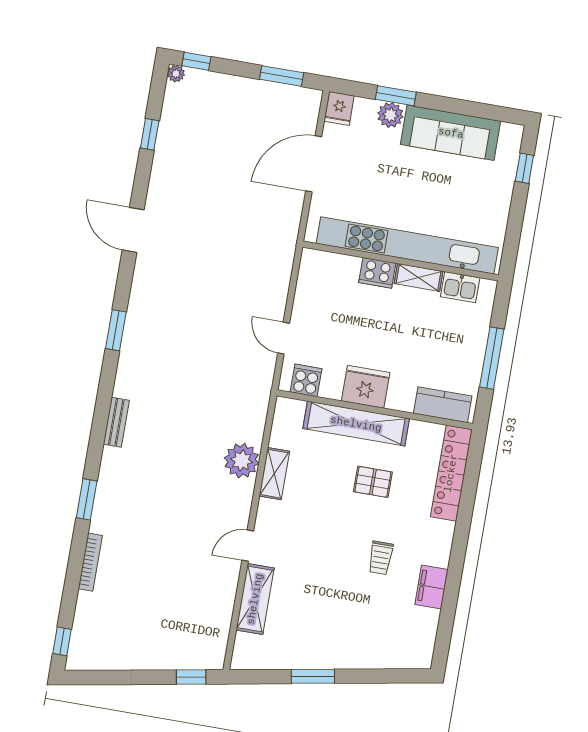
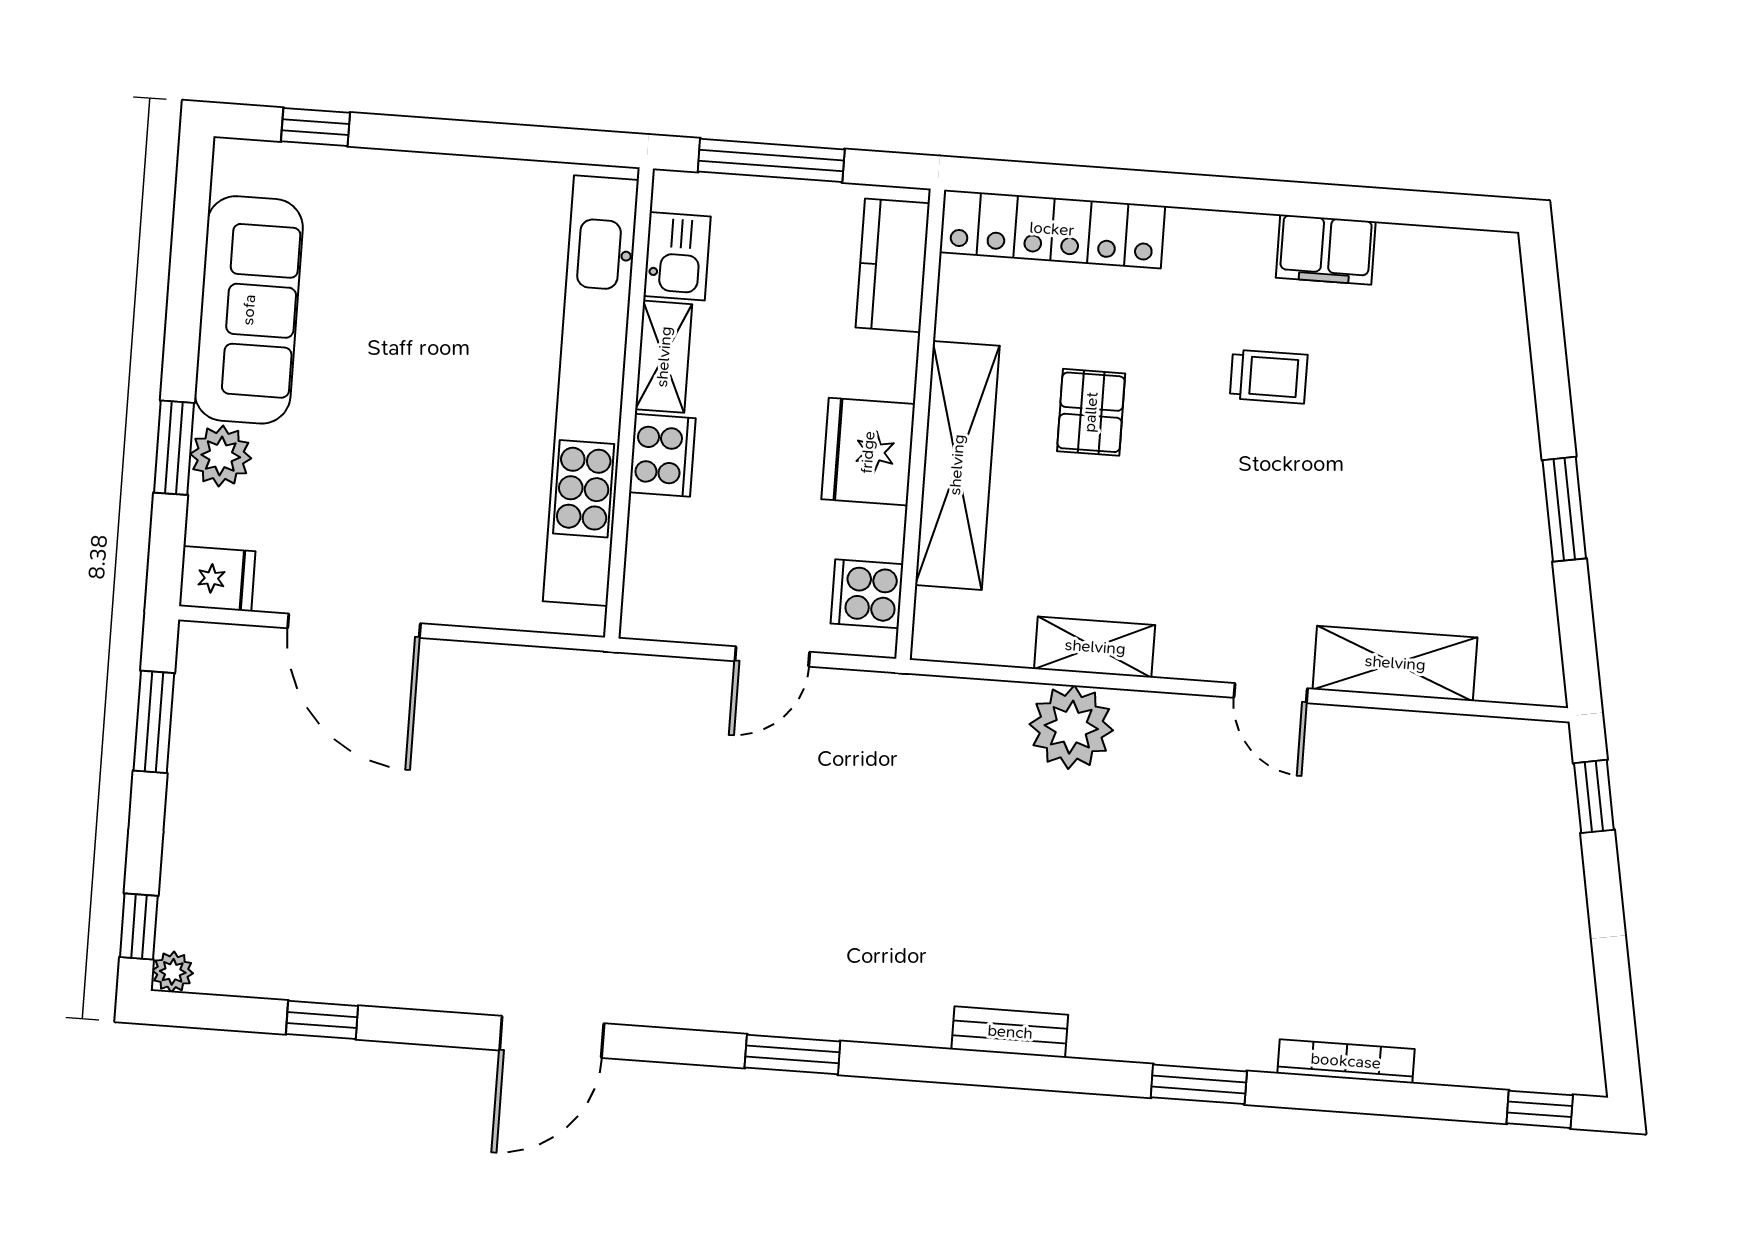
kitchen unit: (407, 245) -> (591, 391), moved
wall: (401, 261) -> (629, 403), moved
cooker: (377, 273) -> (662, 455), moved
shelving: (419, 277) -> (664, 357), moved
kitchen sink: (460, 287) -> (677, 256), moved

